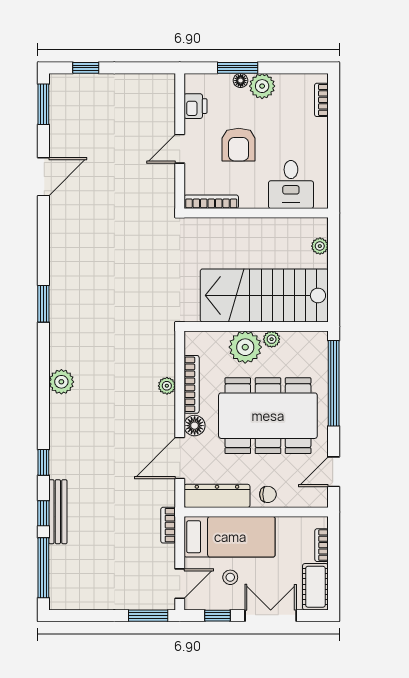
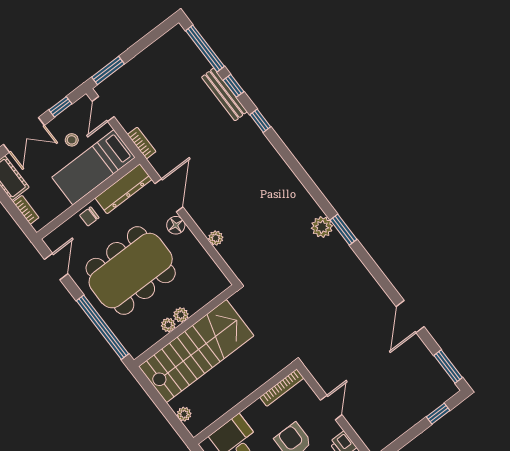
plant: (245, 347) -> (181, 315), width x0.53, depth x0.53
plant: (61, 382) -> (322, 227), moved
bookcase: (192, 384) -> (199, 252), removed

